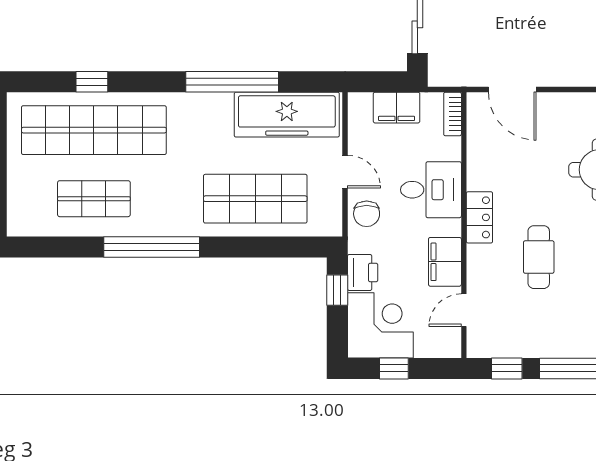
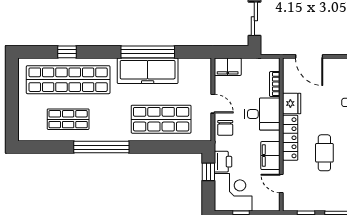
filing cabinet: (397, 108) -> (228, 67), moved
bookcase: (453, 114) -> (275, 84), moved
freezer: (287, 115) -> (148, 71), moved
fridge: (482, 171) -> (292, 103), added
locker: (479, 217) -> (290, 138), width x1.53
door: (464, 310) -> (281, 183), hinge flipped

